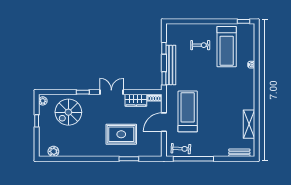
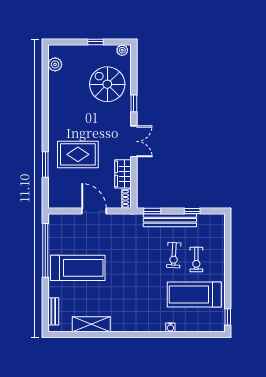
treadmill: (188, 111) -> (78, 268), moved
rug: (121, 134) -> (78, 154), turned 90
exercise bike: (181, 149) -> (174, 255), moved

